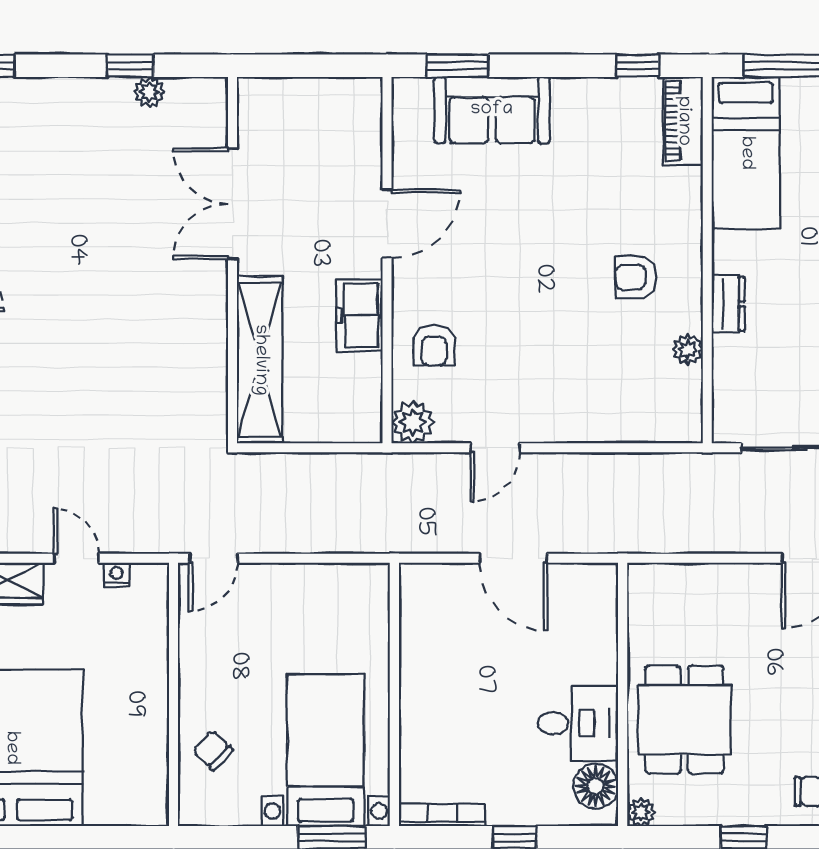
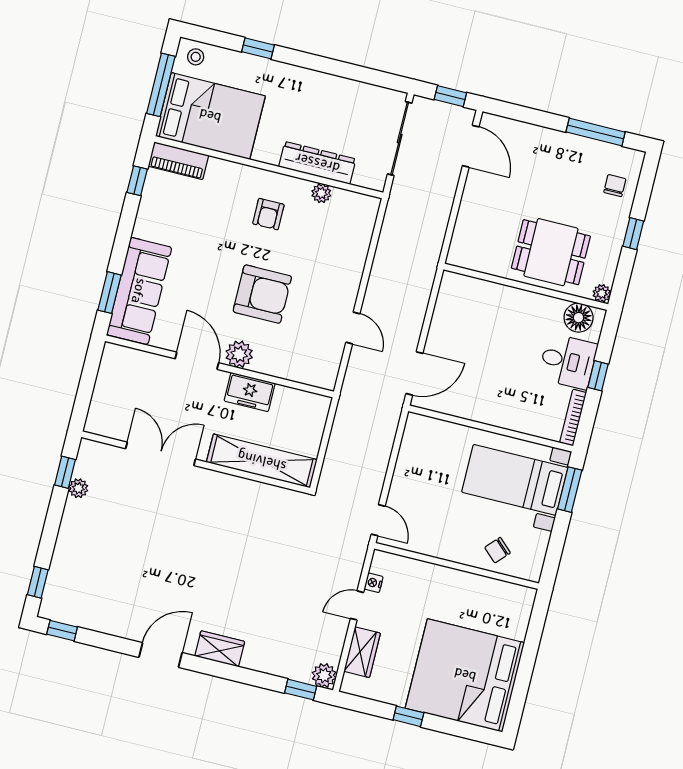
window: (130, 66) -> (65, 472), moved
sofa: (492, 110) -> (139, 291), width x1.36
bed: (746, 153) -> (210, 116), width x1.50
double door: (232, 204) -> (161, 454), swing flipped
dresser: (728, 304) -> (317, 163), width x1.96, depth x1.24
armchair: (434, 345) -> (262, 294), moved, width x1.88, depth x1.88
plant: (413, 422) -> (239, 354), moved
door: (513, 558) -> (414, 373), moved
desk: (578, 723) -> (568, 361), moved, turned 90

